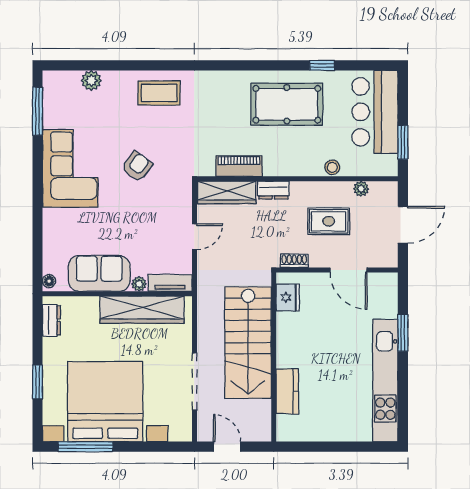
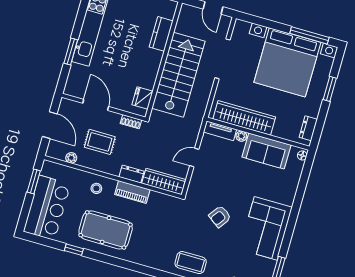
piano: (239, 166) -> (132, 192), moved
stool: (332, 167) -> (96, 188), moved
door: (403, 225) -> (50, 125), swing flipped

